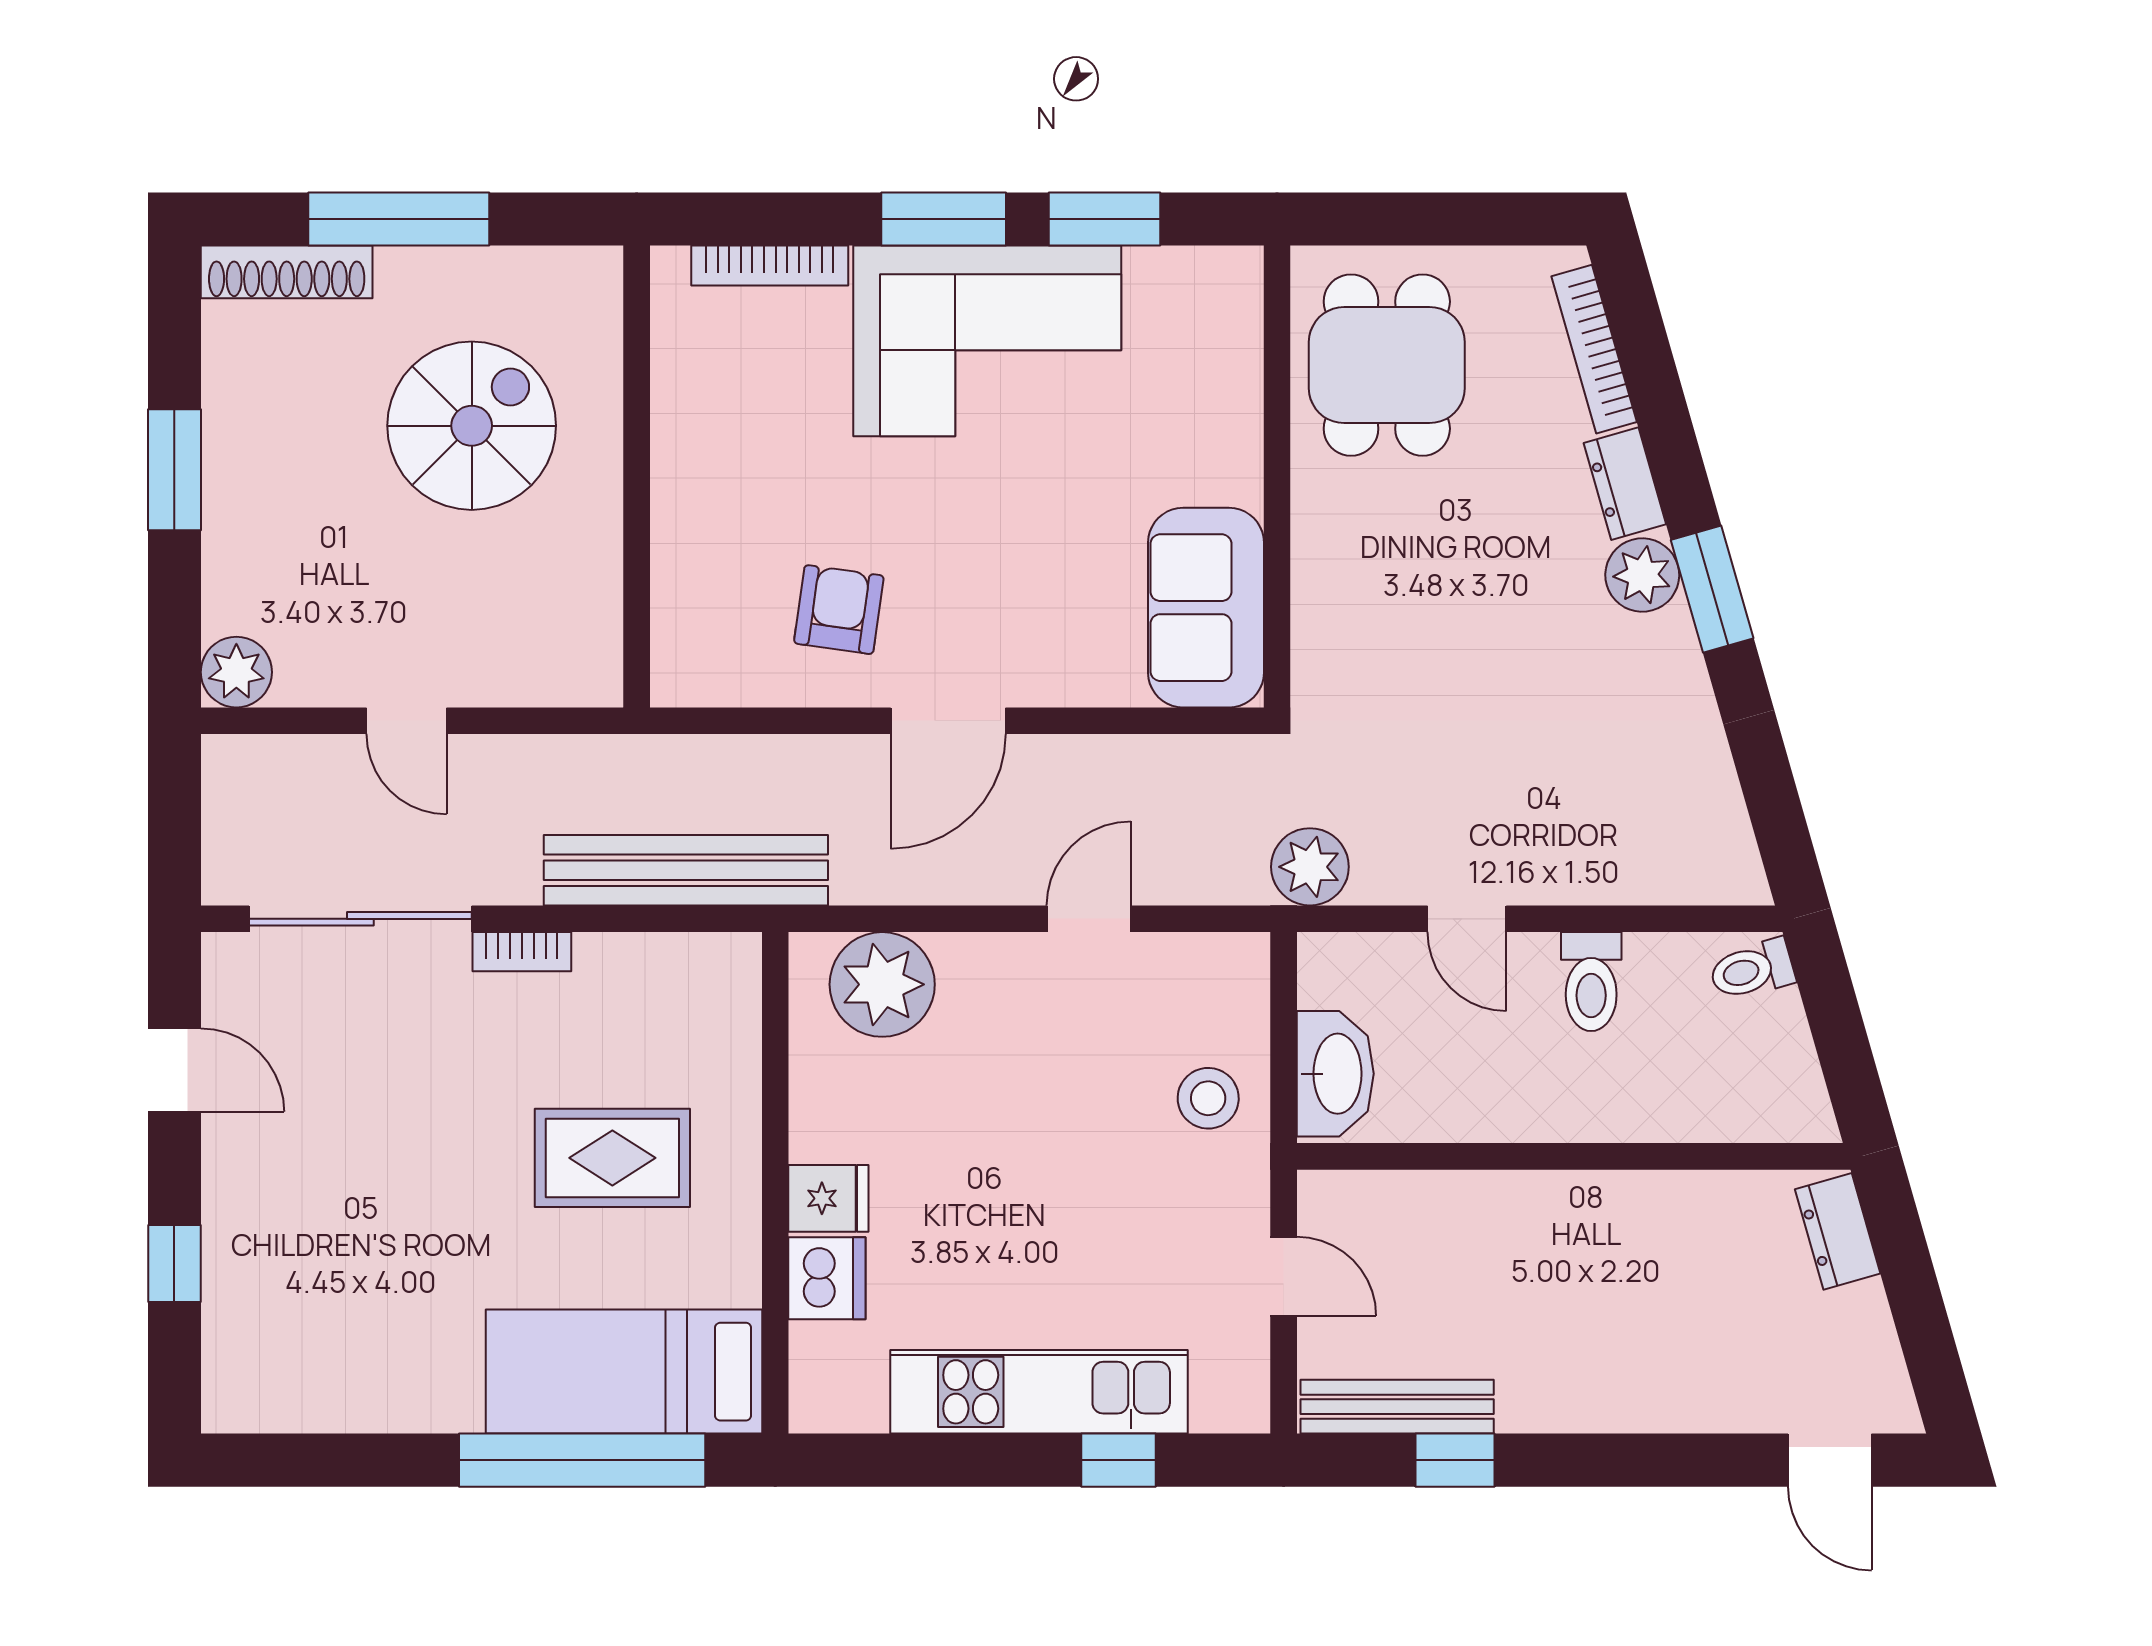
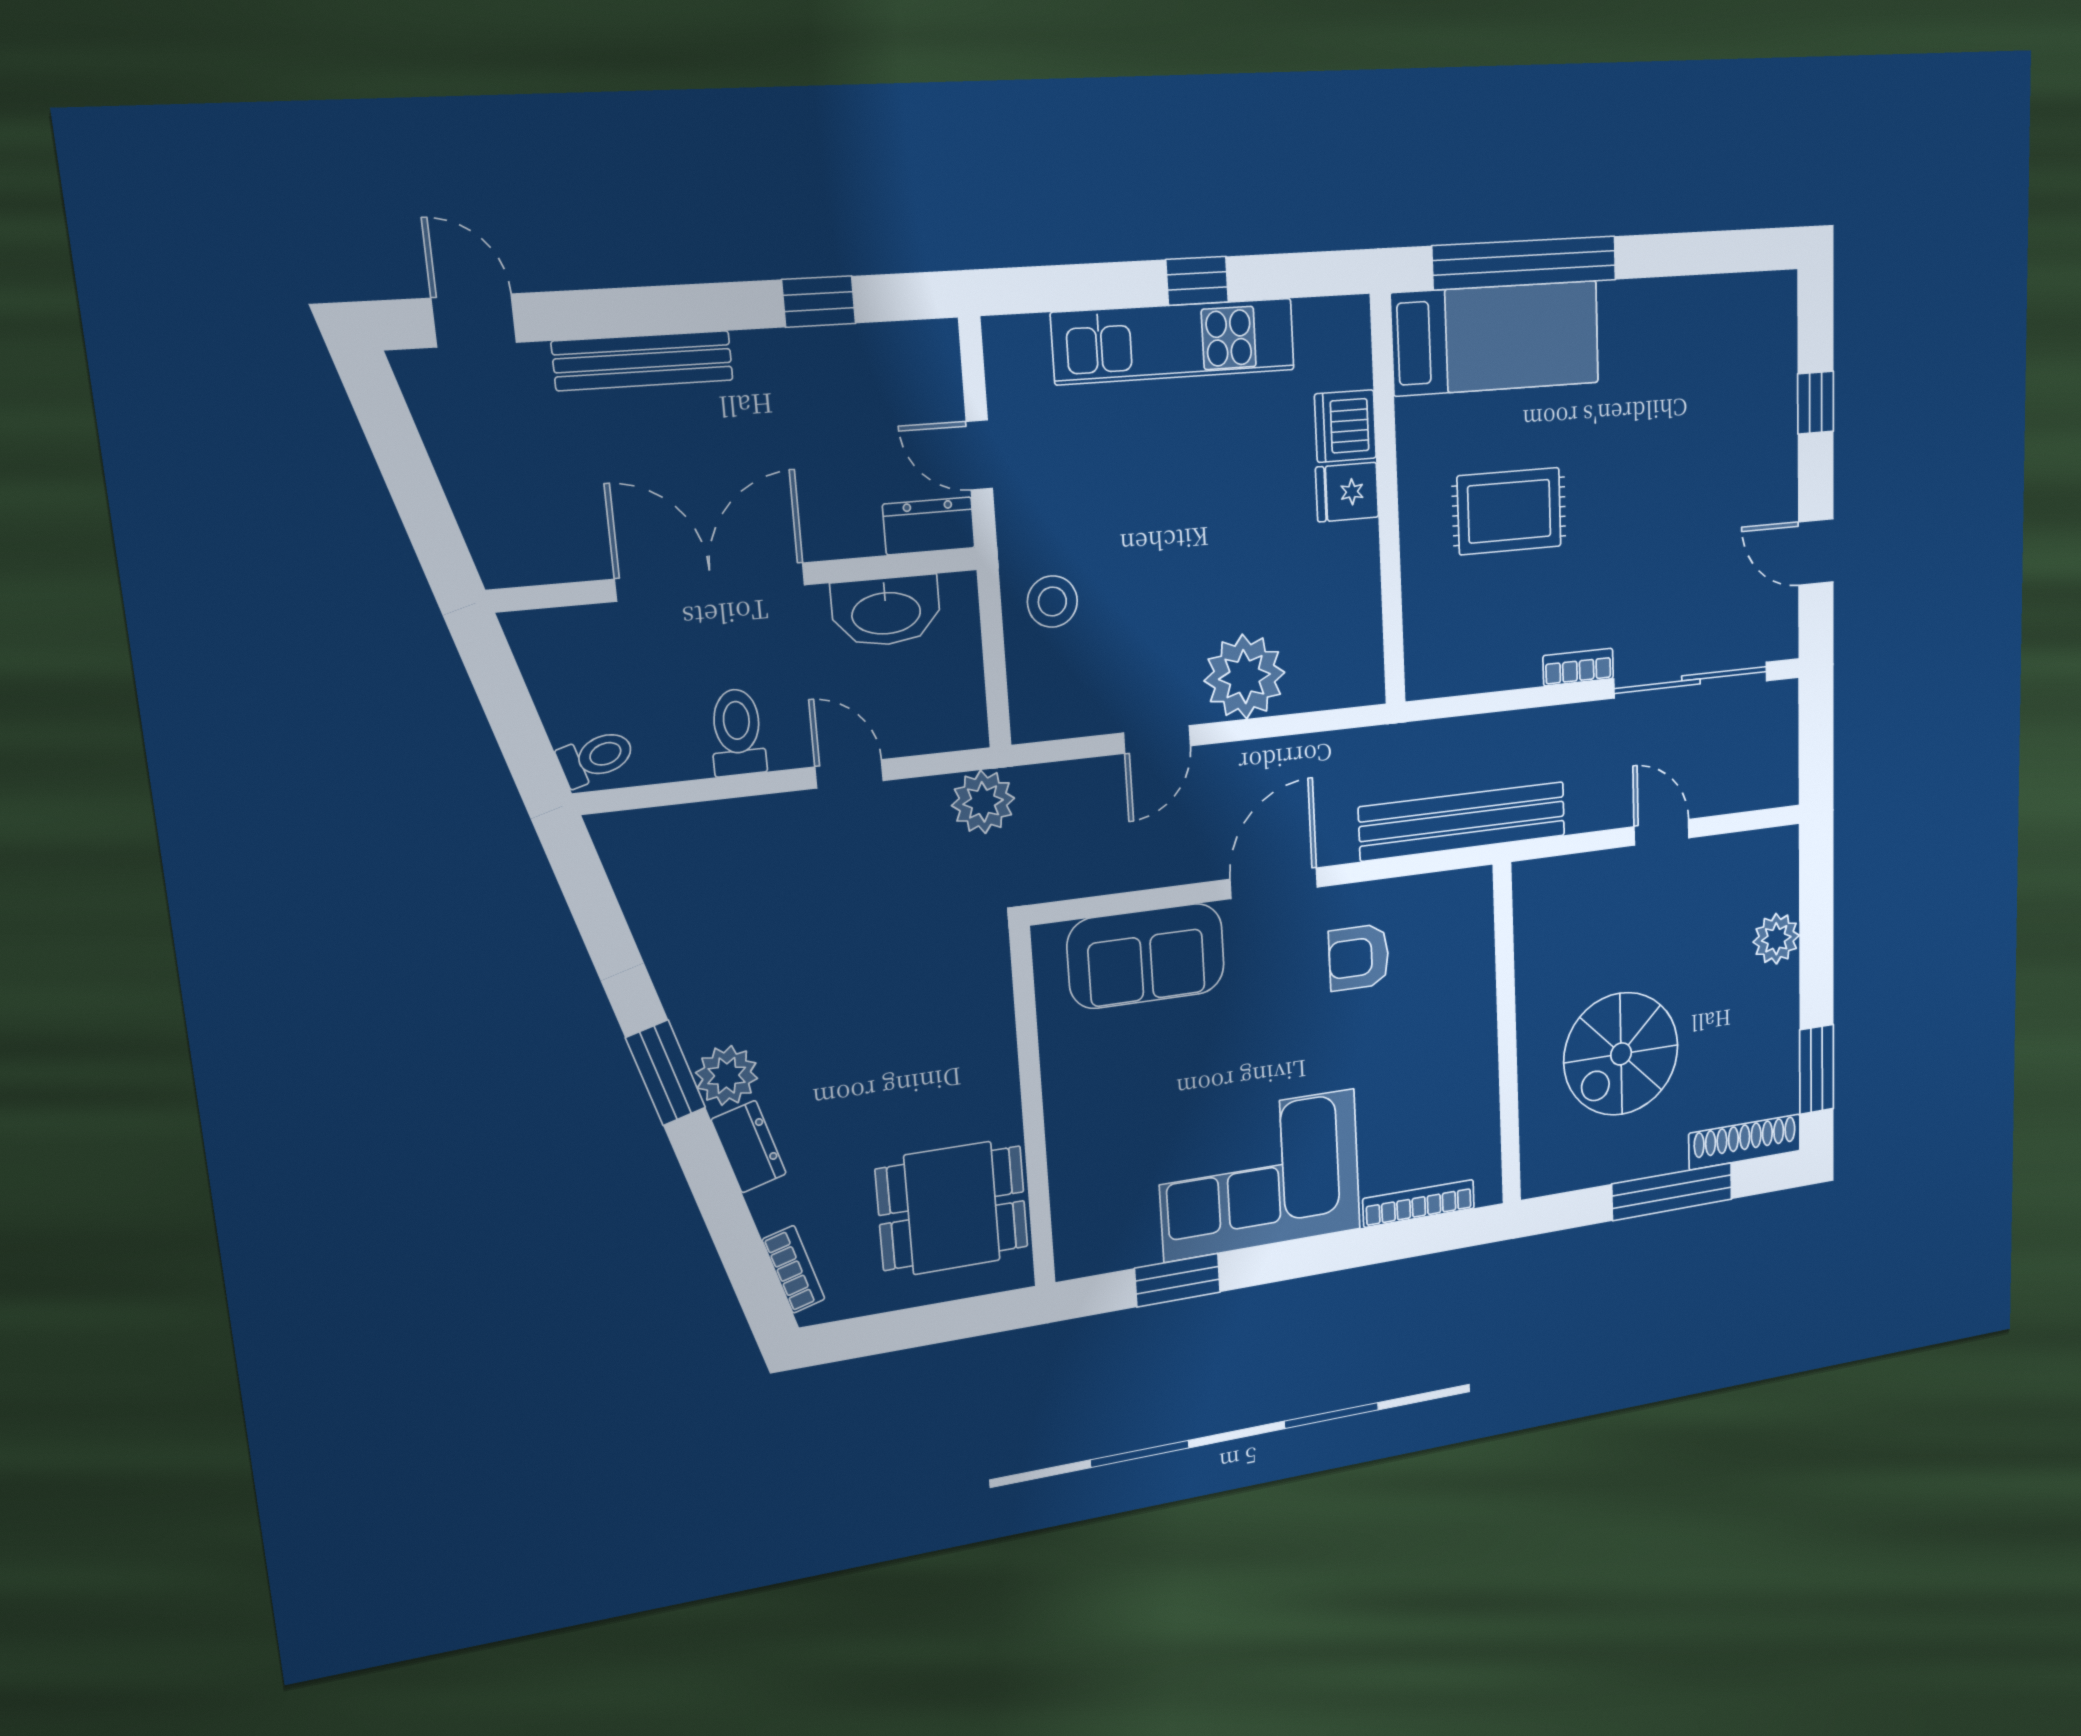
window: (944, 219) -> (1296, 1259), removed
bookcase: (1594, 349) -> (794, 1269), width x0.64
dining table: (1387, 365) -> (952, 1208), turned 90
window: (174, 470) -> (1817, 1069), moved
sofa: (1206, 608) -> (1146, 956), moved, turned 90
armchair: (839, 610) -> (1359, 957), turned 82
plant: (236, 672) -> (1776, 939), moved
bench: (686, 870) -> (1463, 821), moved
plant: (882, 984) -> (1244, 677), moved
washbasin: (1335, 1074) -> (886, 611), moved, turned -90
double door: (1605, 1156) -> (710, 582), added
dresser: (1838, 1231) -> (929, 526), moved, turned -74
bench: (1397, 1407) -> (643, 361), moved
window: (1119, 1460) -> (1197, 281), moved

